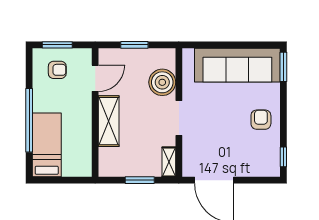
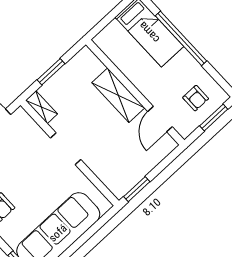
window: (134, 45) -> (137, 189), moved
armchair: (57, 70) -> (196, 98), turned -90
boiler: (162, 82) -> (105, 165), removed

